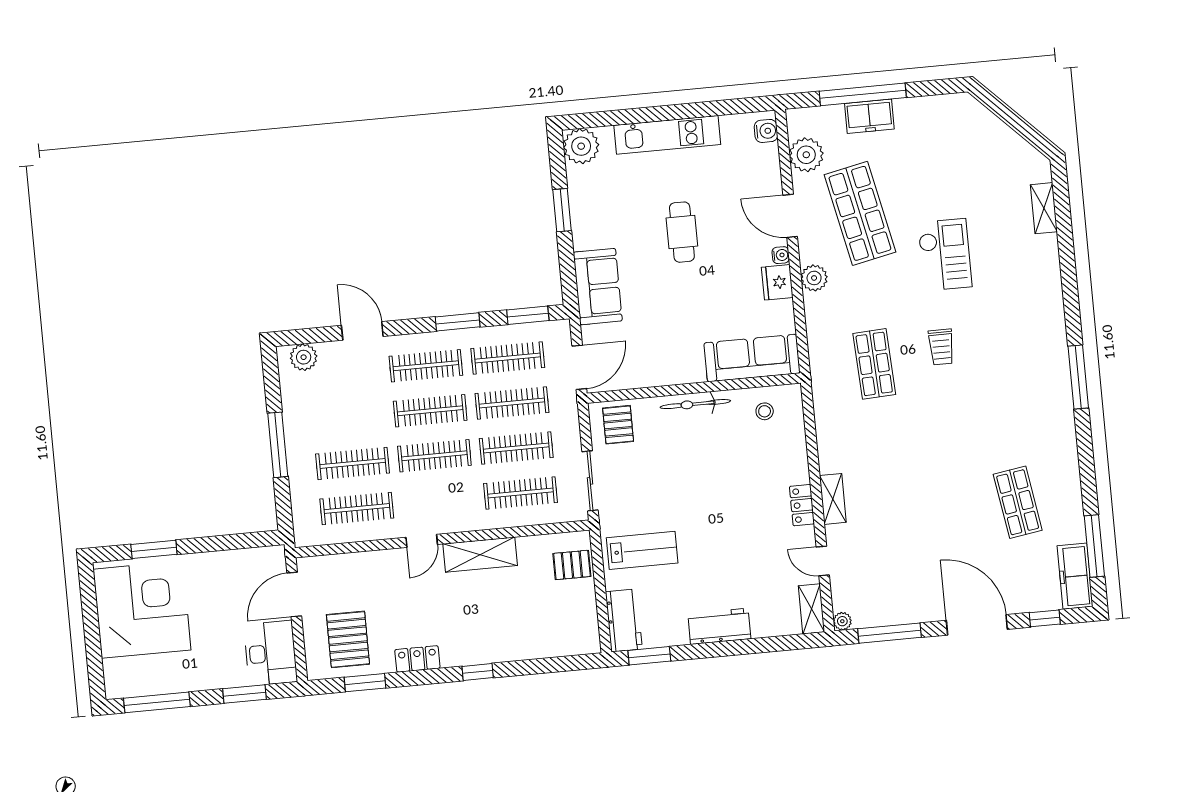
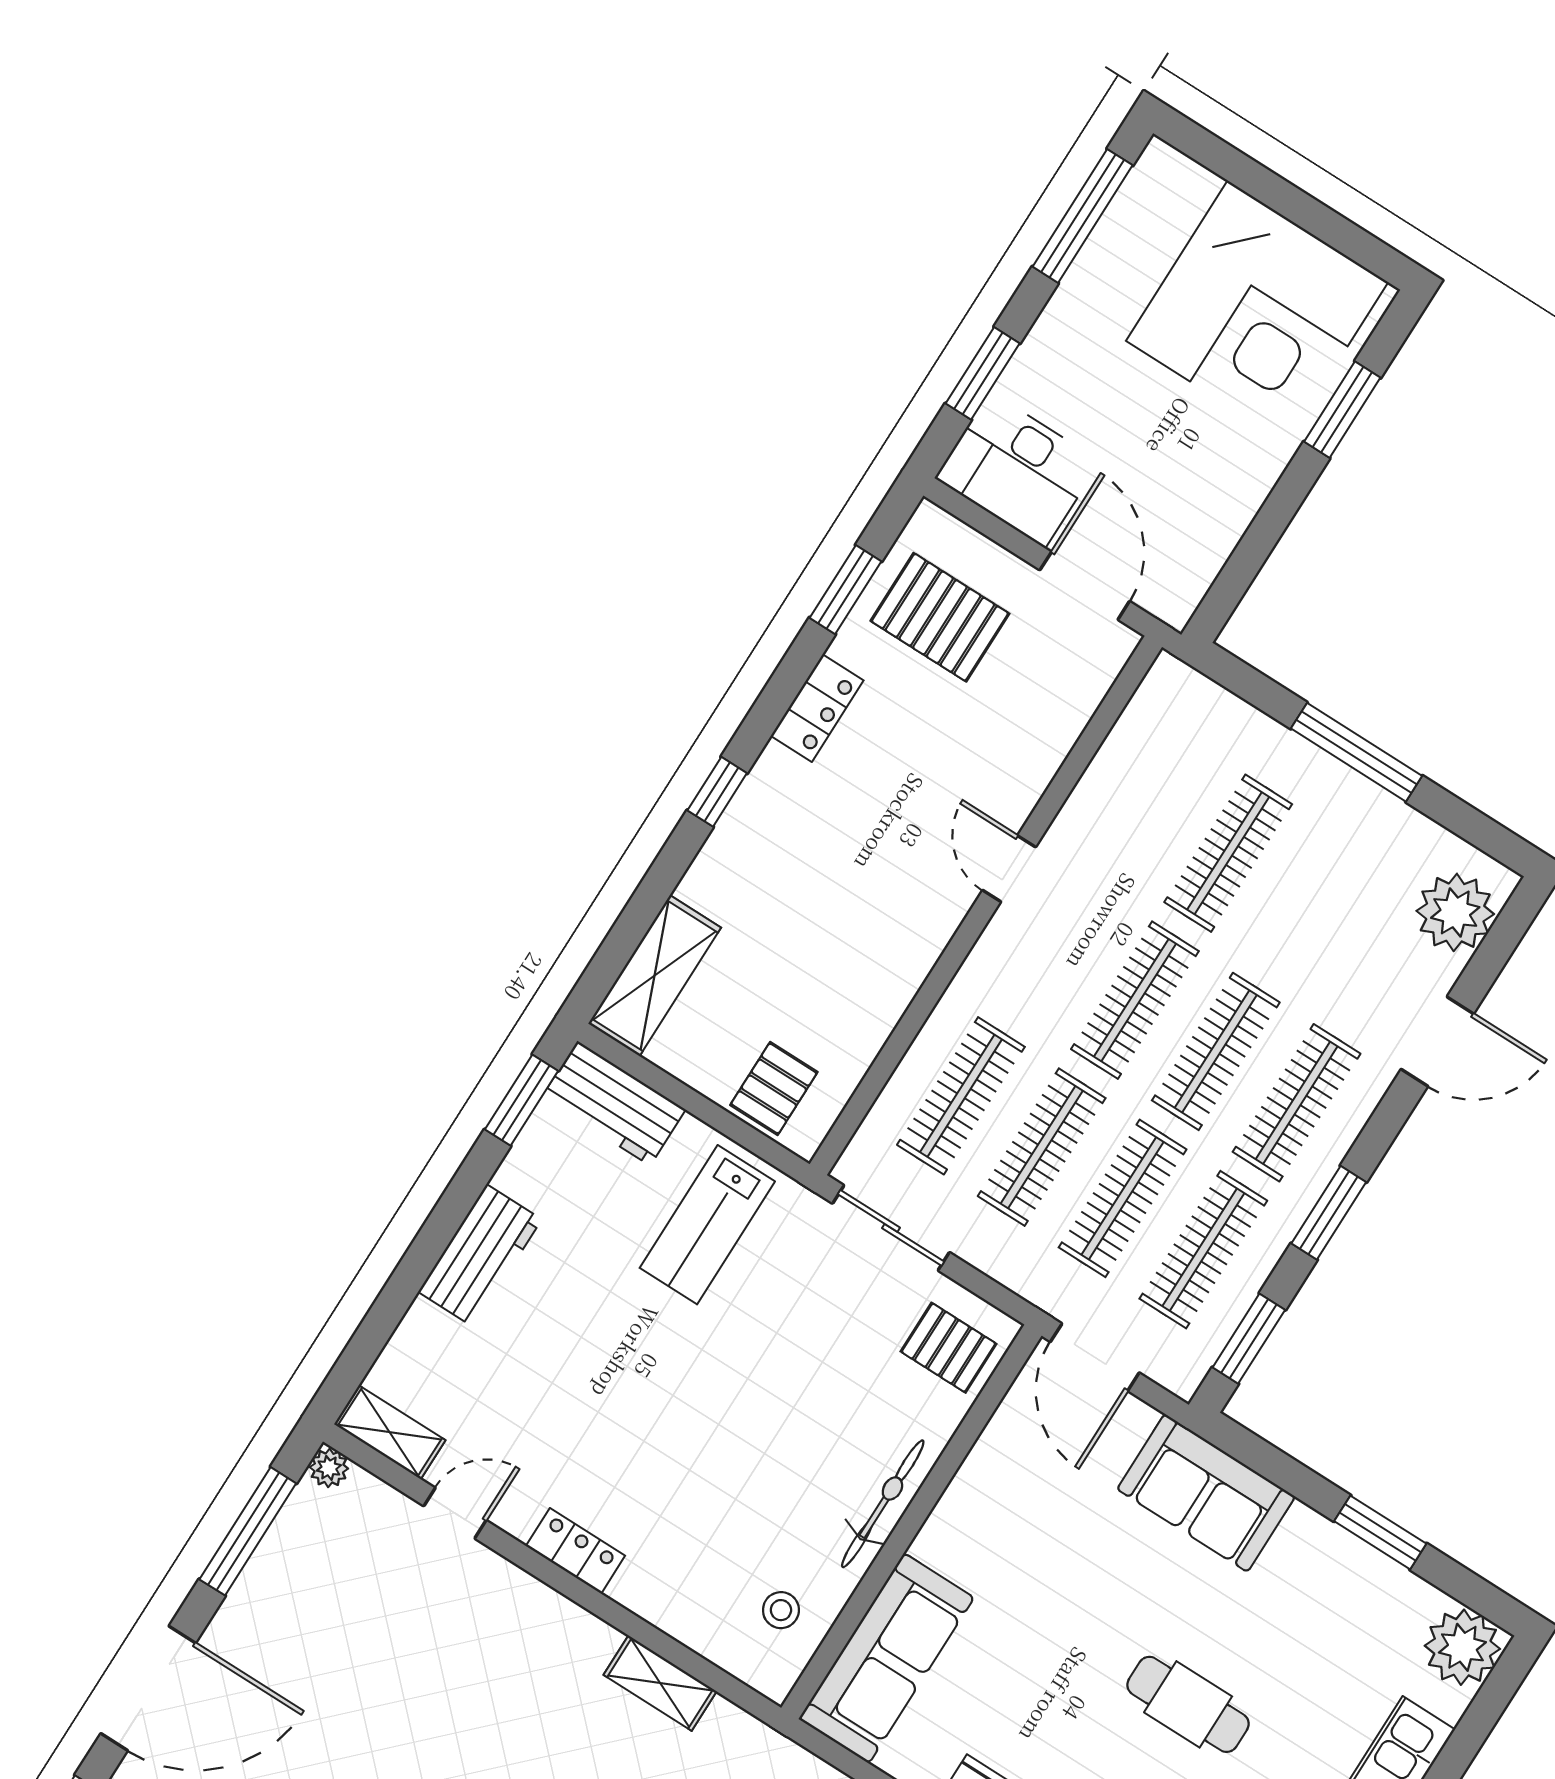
plant: (304, 357) -> (1455, 912), width x1.36, depth x1.36
shelving: (833, 499) -> (660, 1683), moved
clothes rail: (357, 508) -> (1147, 802), removed
shelving: (480, 555) -> (655, 976), moved

